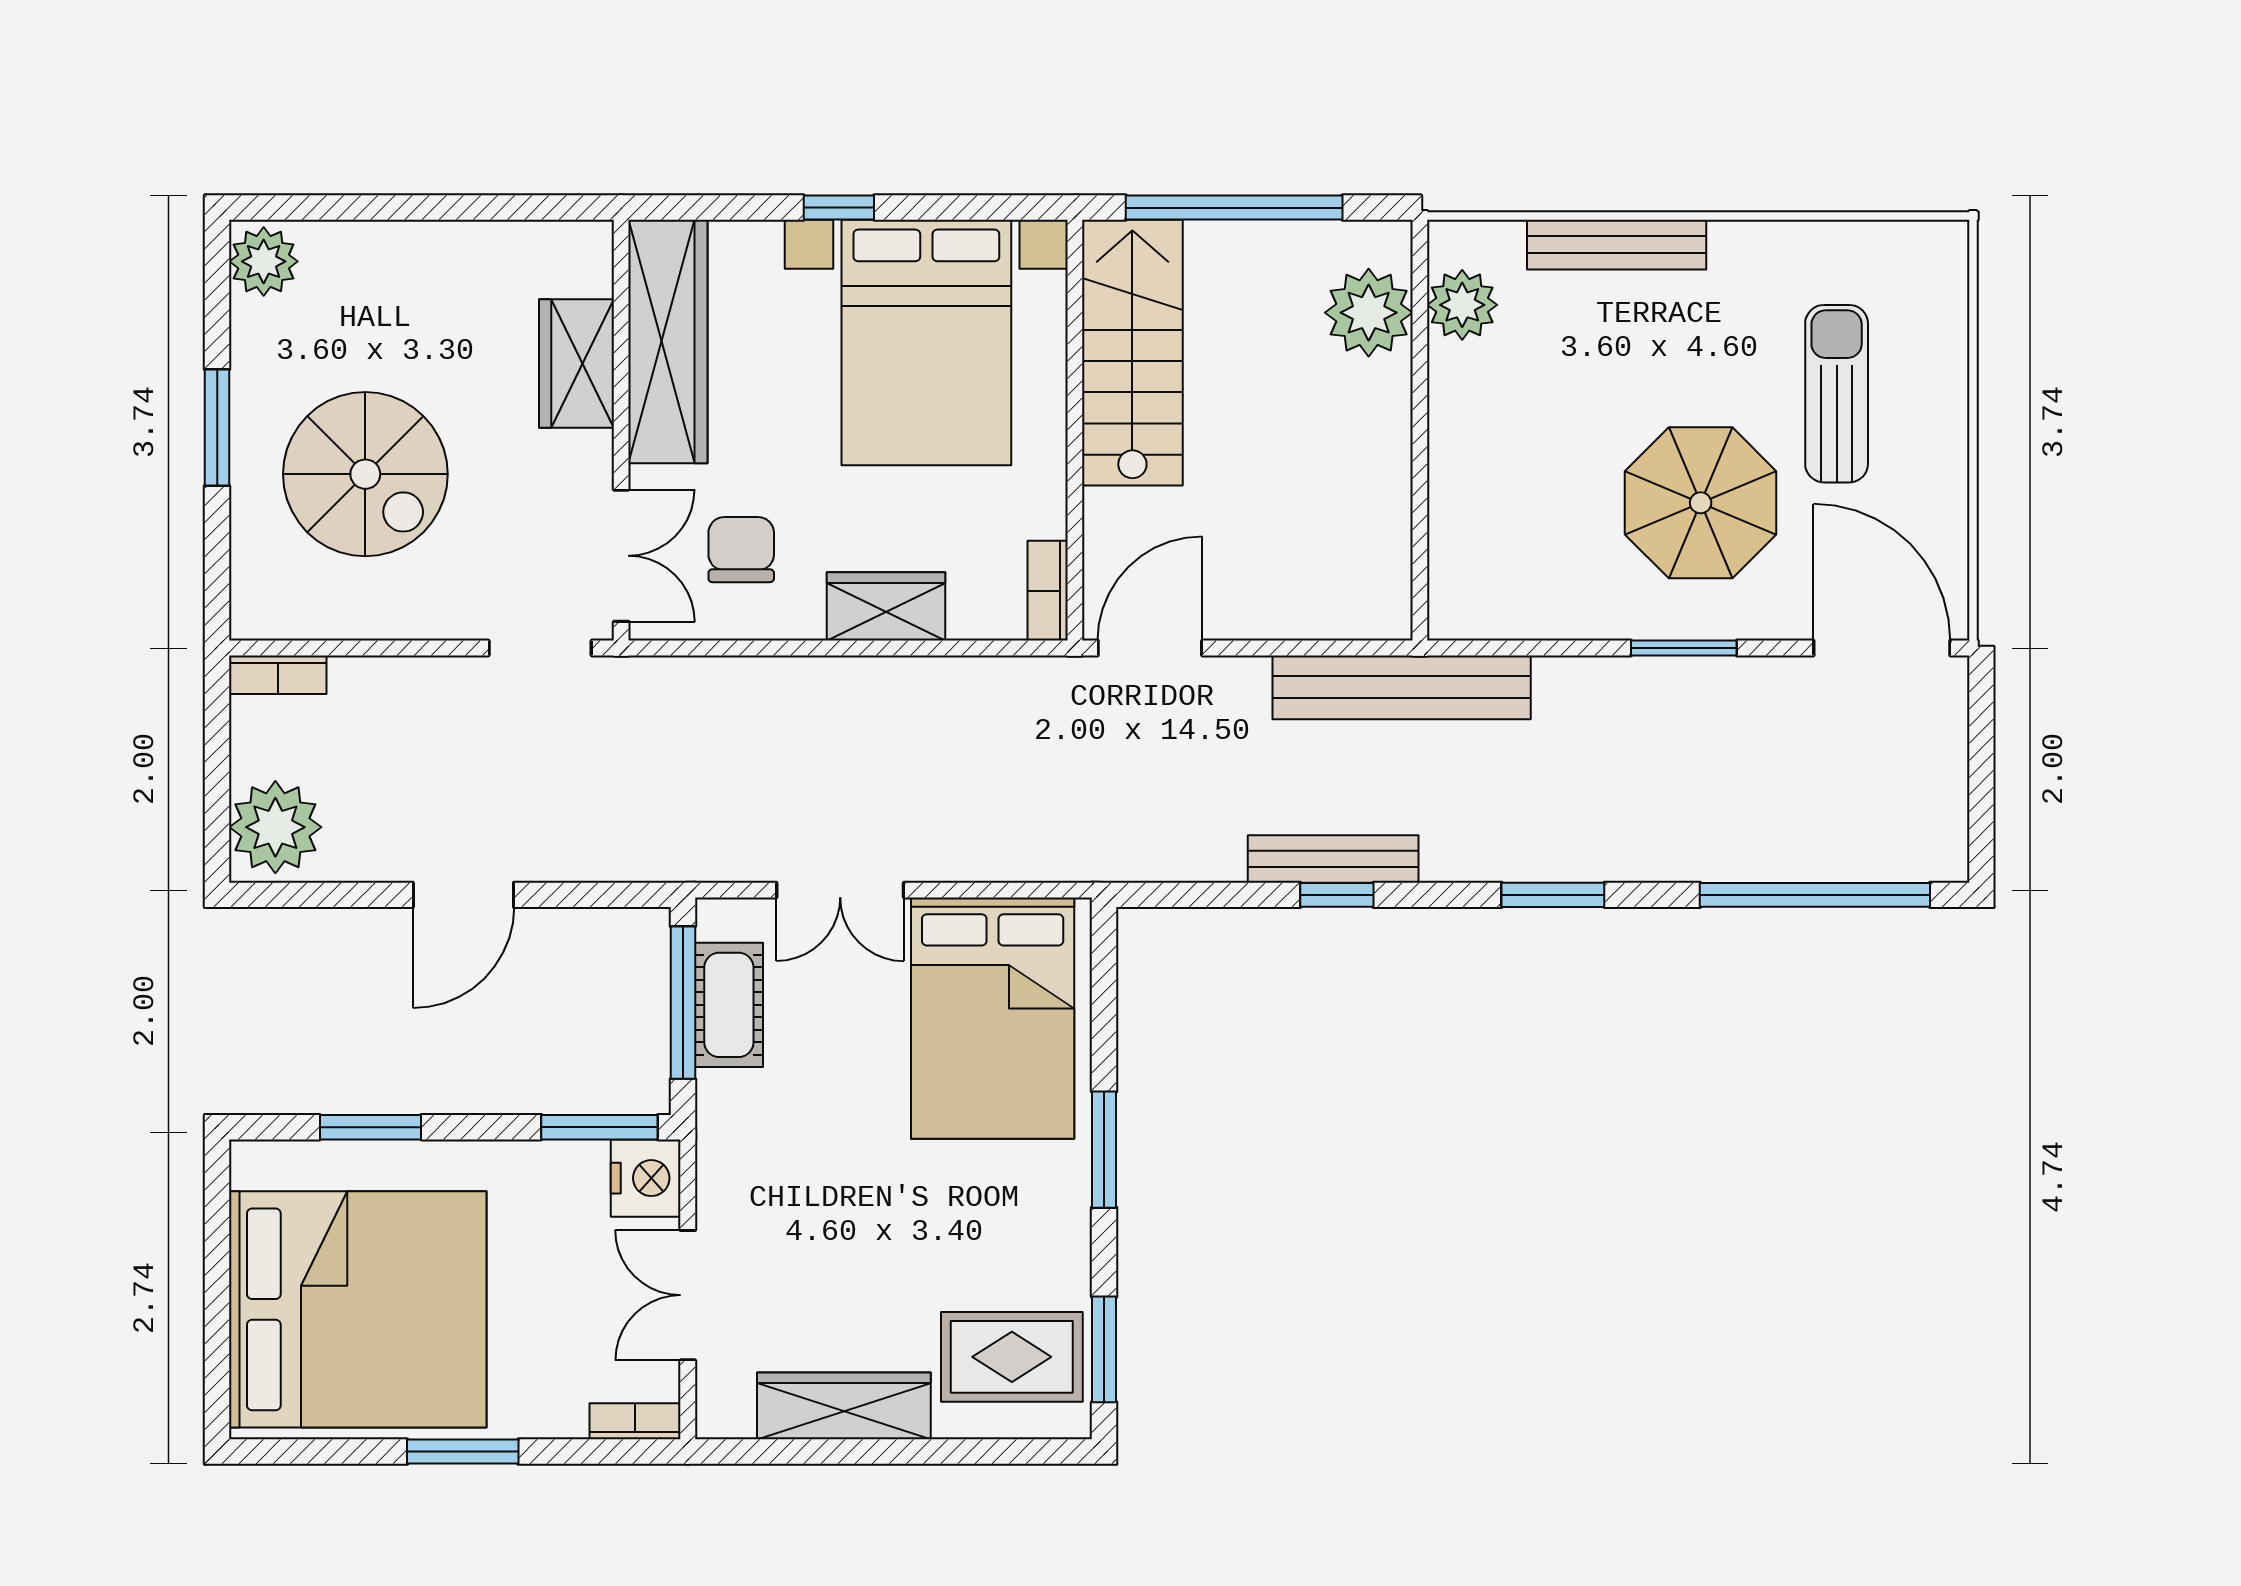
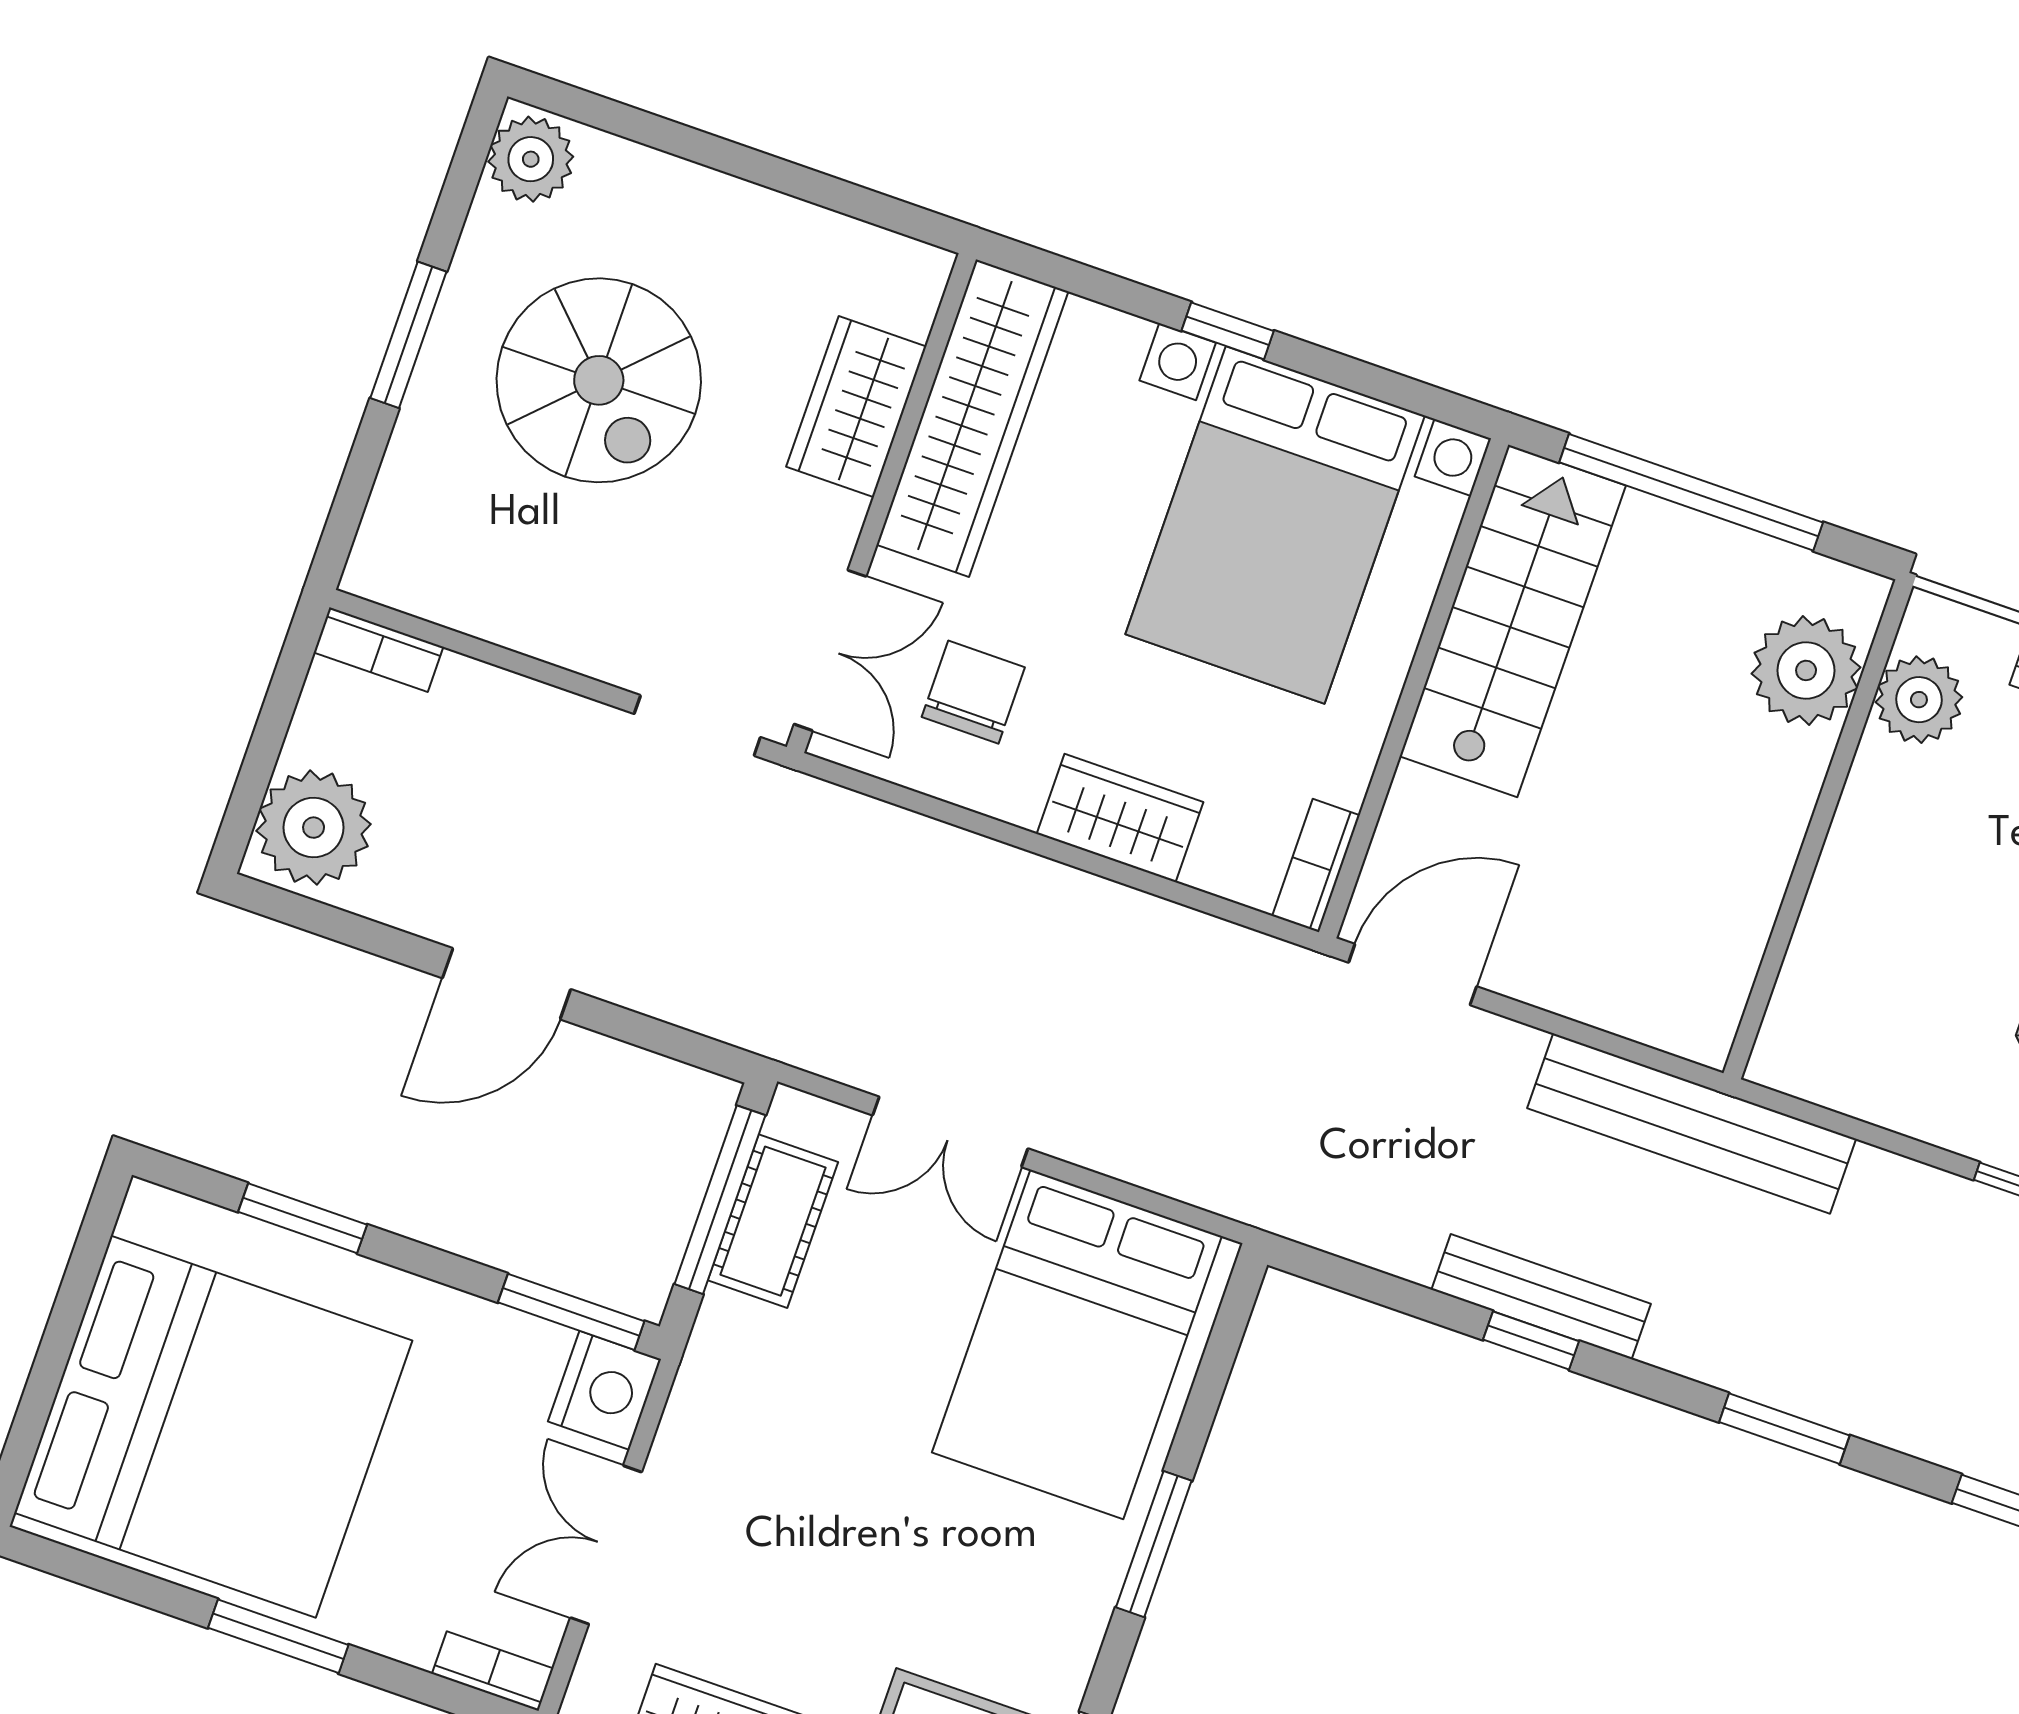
spiral stairs: (365, 474) -> (599, 380), moved

